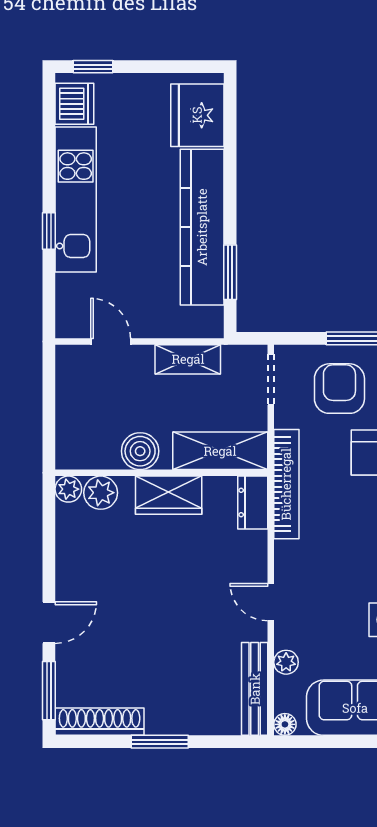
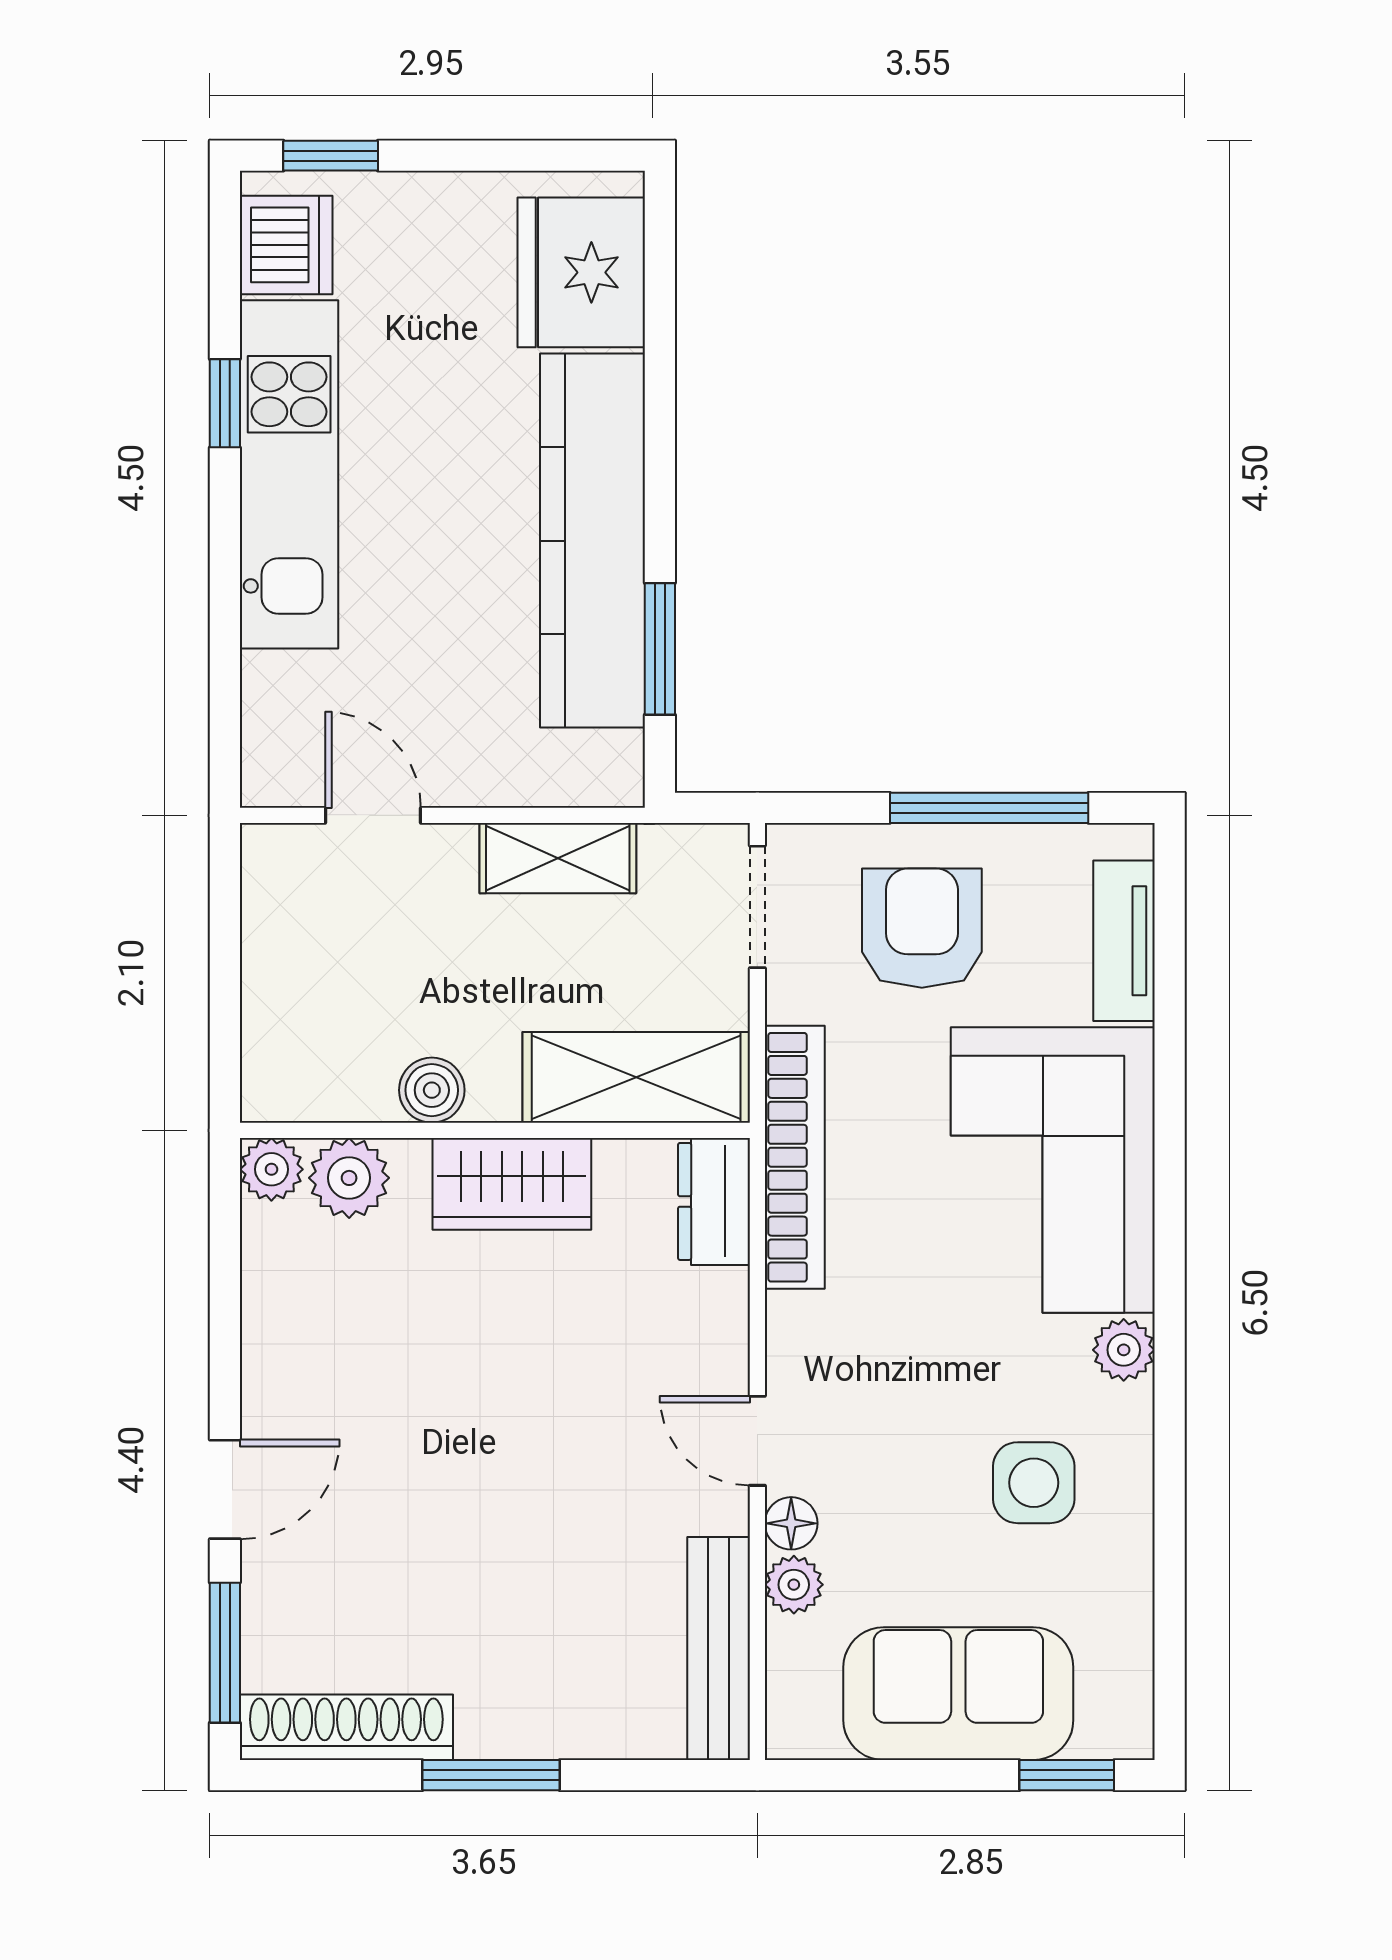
window: (49, 231) -> (225, 403), moved
boiler: (140, 451) -> (432, 1090), width x0.73, depth x0.73
floor lamp: (285, 724) -> (791, 1523), moved

